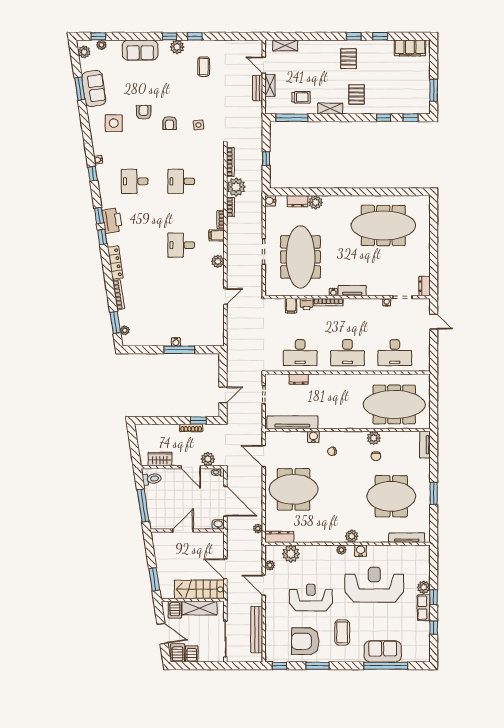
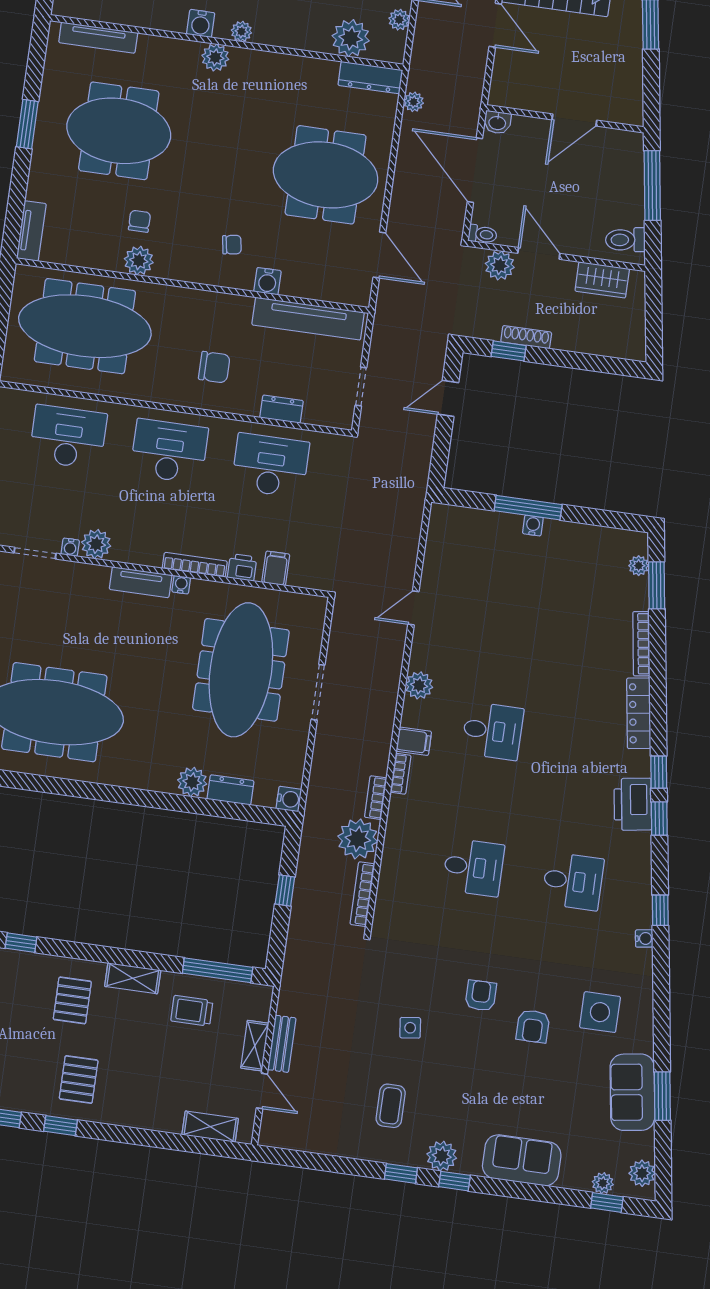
side table: (198, 125) -> (410, 1028), moved
plant: (375, 305) -> (96, 544), added
chair: (332, 394) -> (214, 367), added

